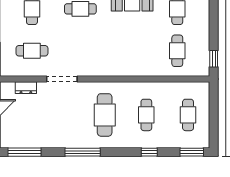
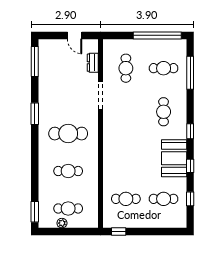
plant: (204, 122) -> (62, 223), added
window: (83, 152) -> (35, 114), width x0.69
window: (149, 152) -> (35, 174), removed

